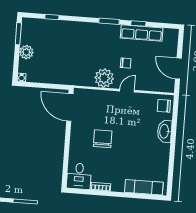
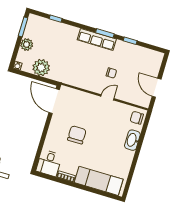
row of seats: (142, 33) -> (97, 39), moved
plant: (104, 78) -> (41, 68), moved
exam couch: (144, 187) -> (99, 181), width x1.36, depth x1.45

